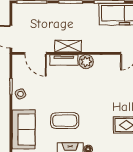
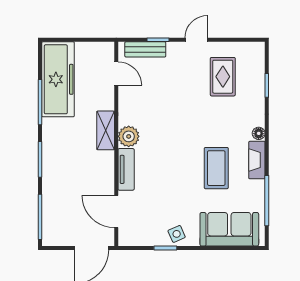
shelving: (68, 46) -> (106, 130), moved
door: (36, 53) -> (116, 212), swing flipped

